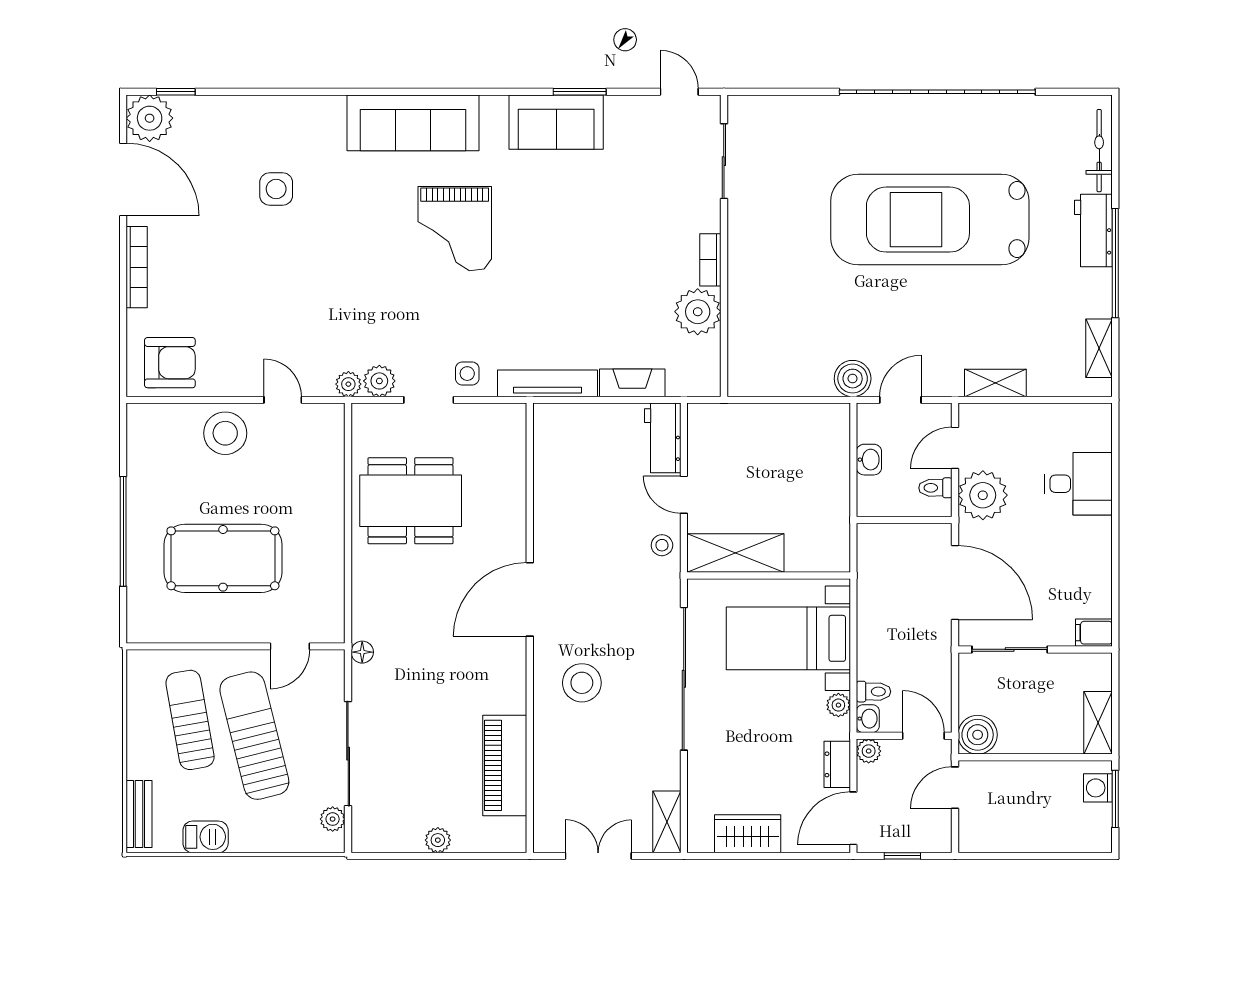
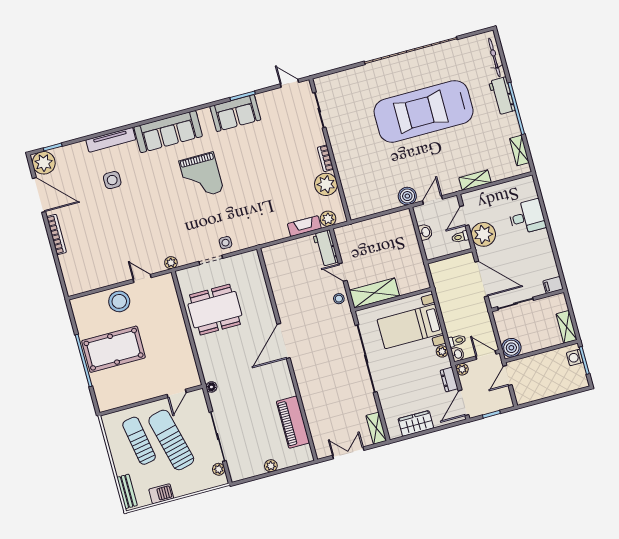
armchair: (170, 363) -> (84, 275), removed
plant: (379, 381) -> (328, 219), moved
tv unit: (547, 383) -> (111, 140), moved, turned 180
pool table: (223, 558) -> (114, 349), moved
stool: (582, 683) -> (319, 374), removed

